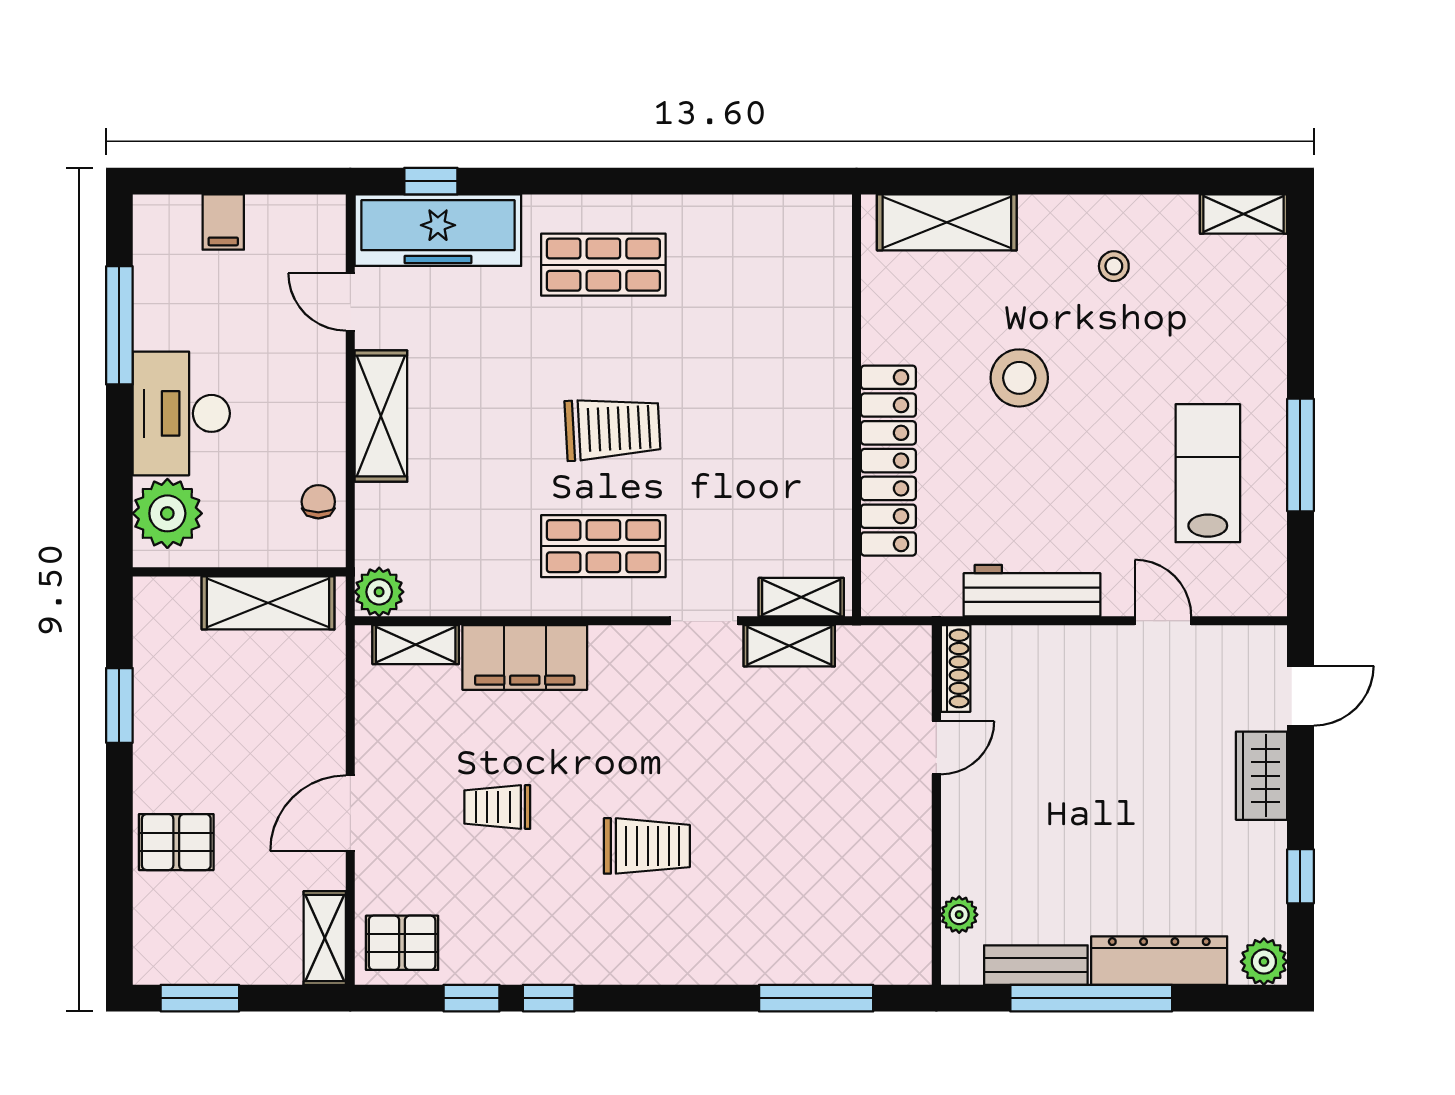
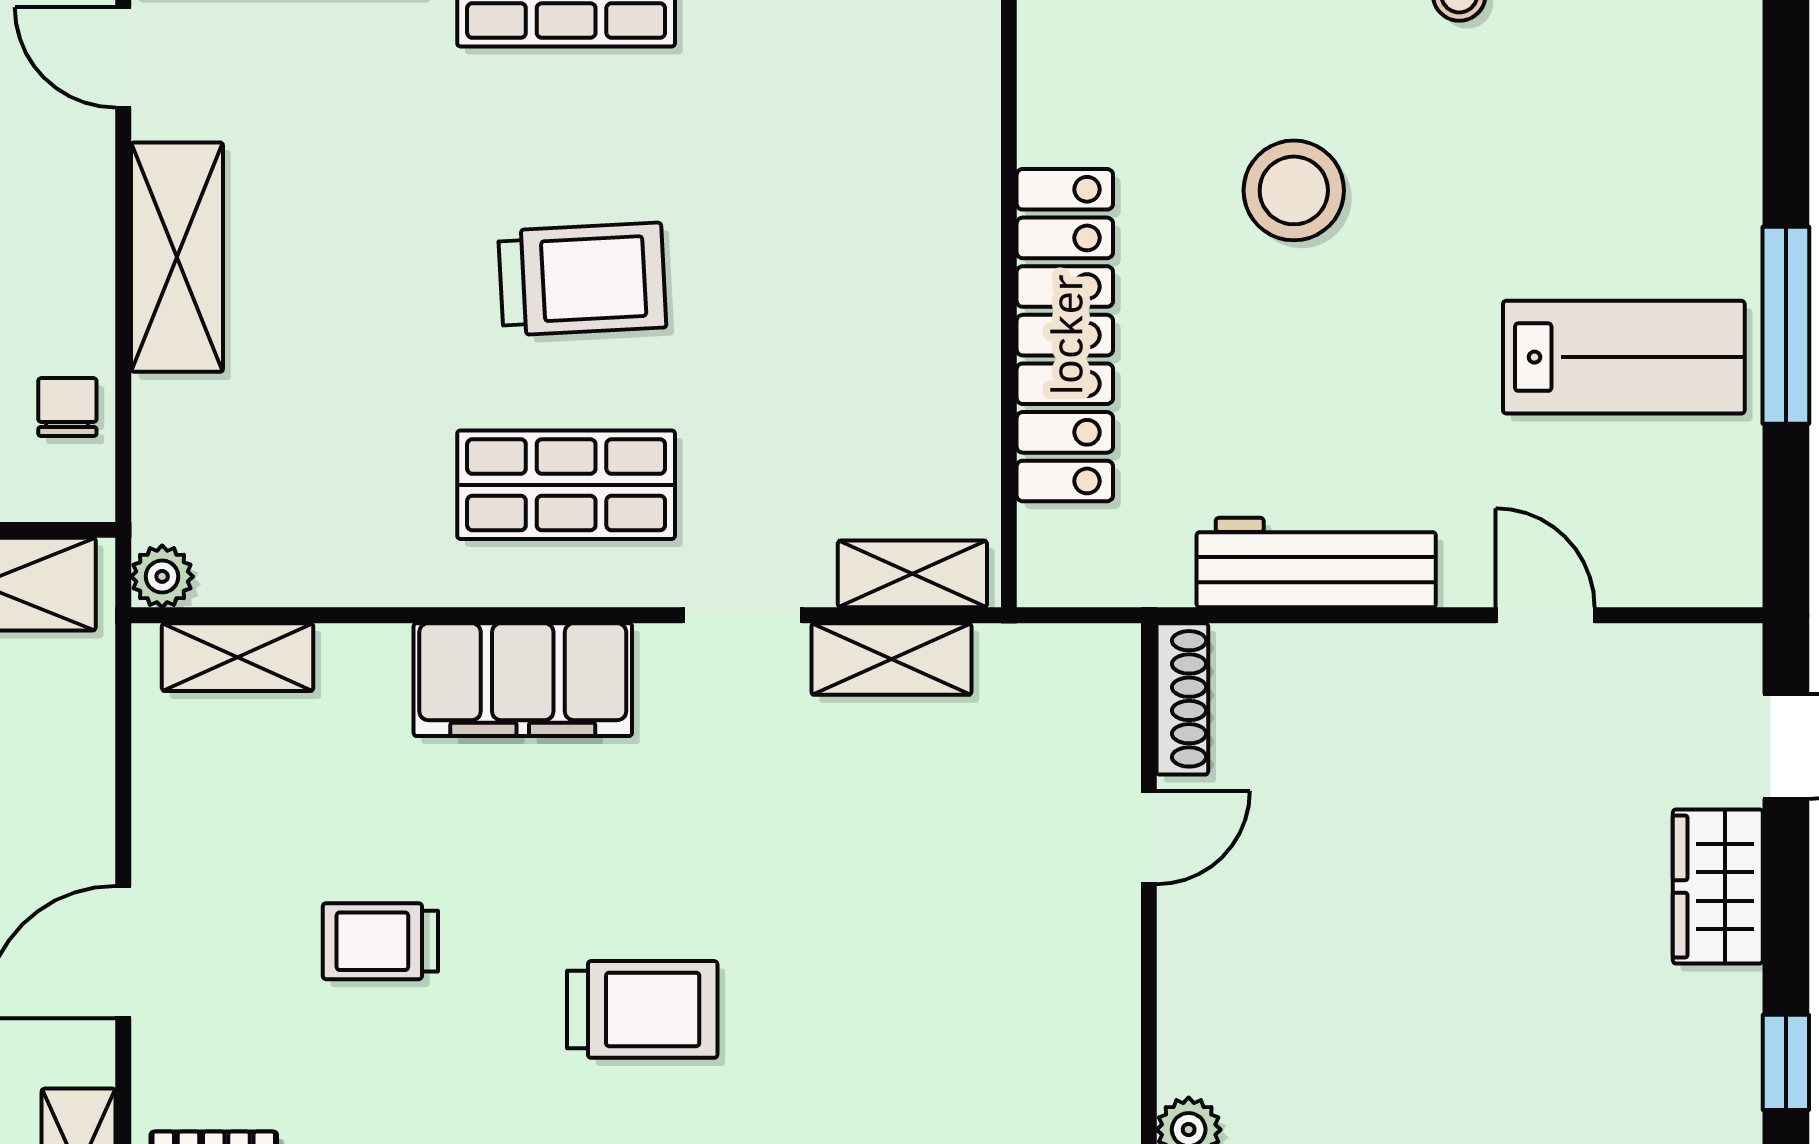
lab bench: (1208, 473) -> (1624, 357), turned 90
plant: (379, 592) -> (162, 576), width x0.73, depth x0.73
filing cabinet: (525, 657) -> (523, 680), moved

